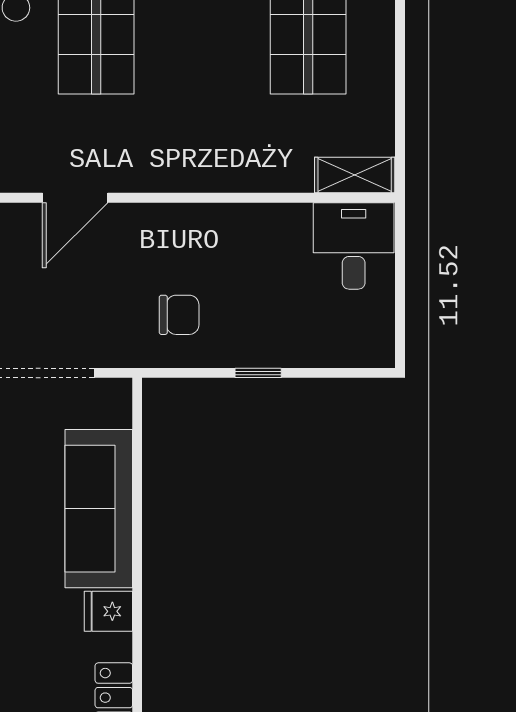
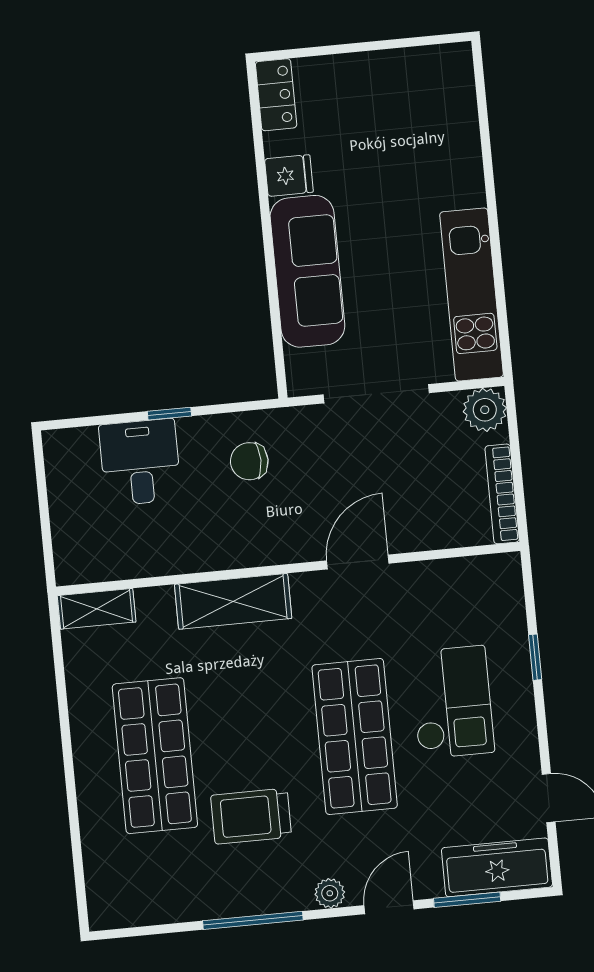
shelving: (210, 169) -> (233, 601), added
desk: (354, 246) -> (140, 462), moved, turned 180

